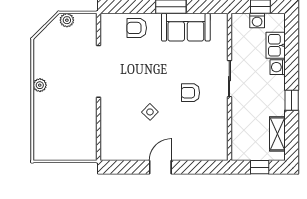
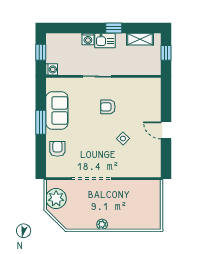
plant: (67, 20) -> (56, 199), width x1.88, depth x1.88
washing machine: (257, 21) -> (52, 69), moved
armchair: (137, 28) -> (57, 149), turned 180
kitchen sink: (276, 45) -> (105, 40), moved
armchair: (191, 93) -> (108, 107), turned 90

